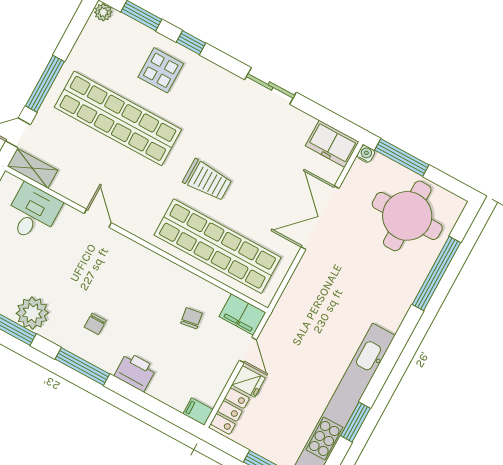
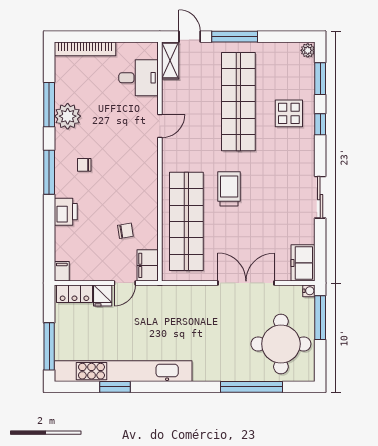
trolley: (207, 180) -> (229, 189), turned 180

